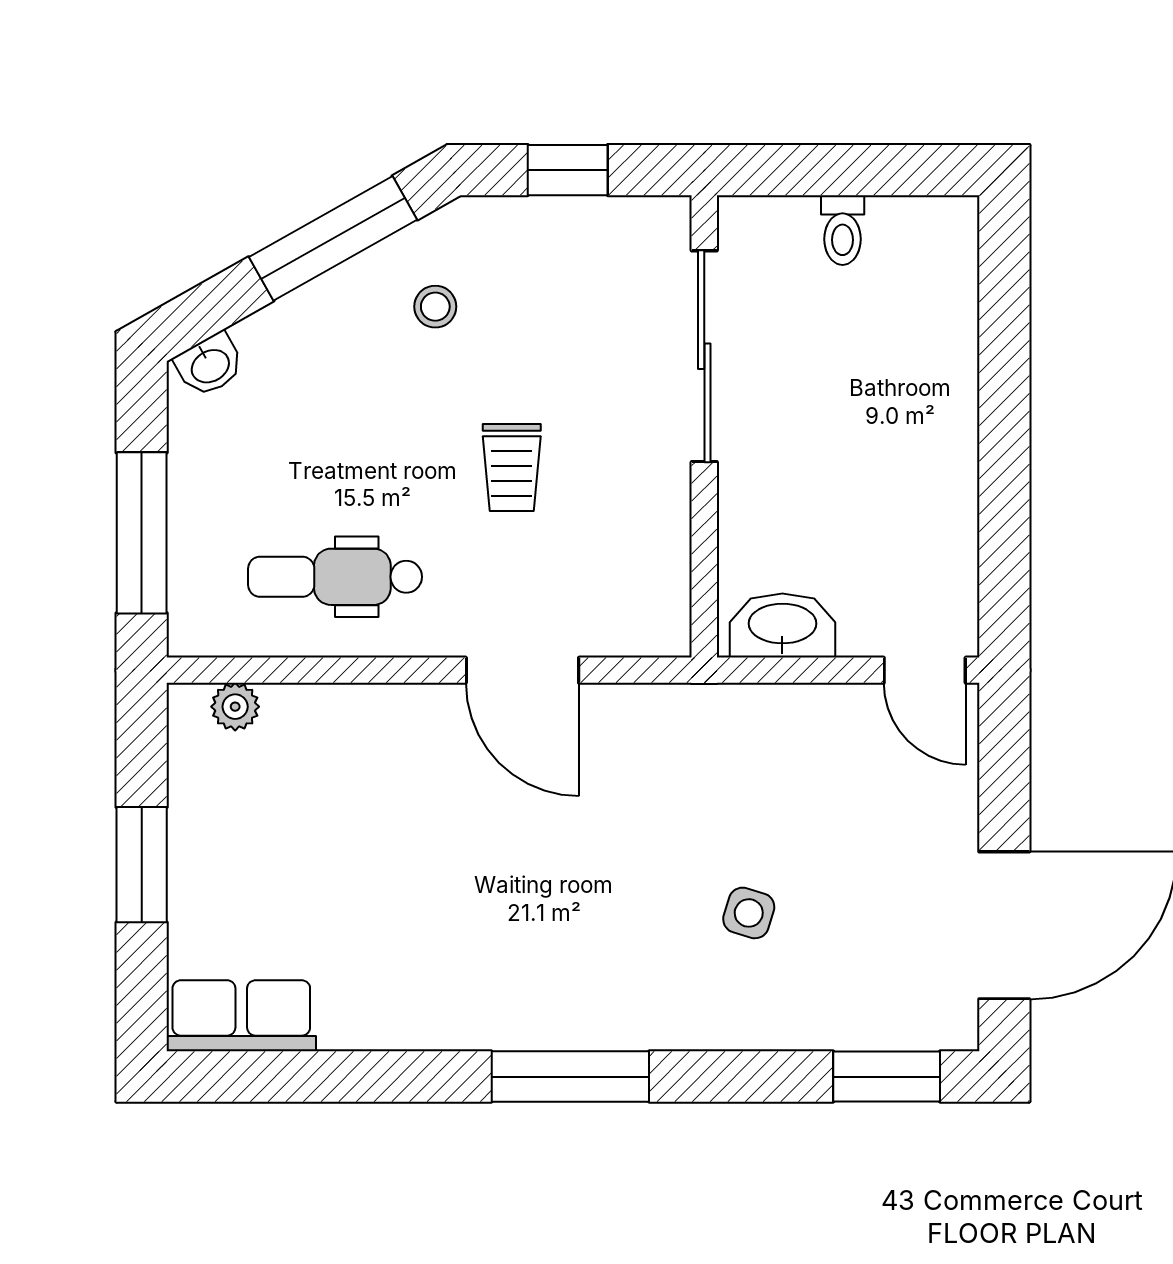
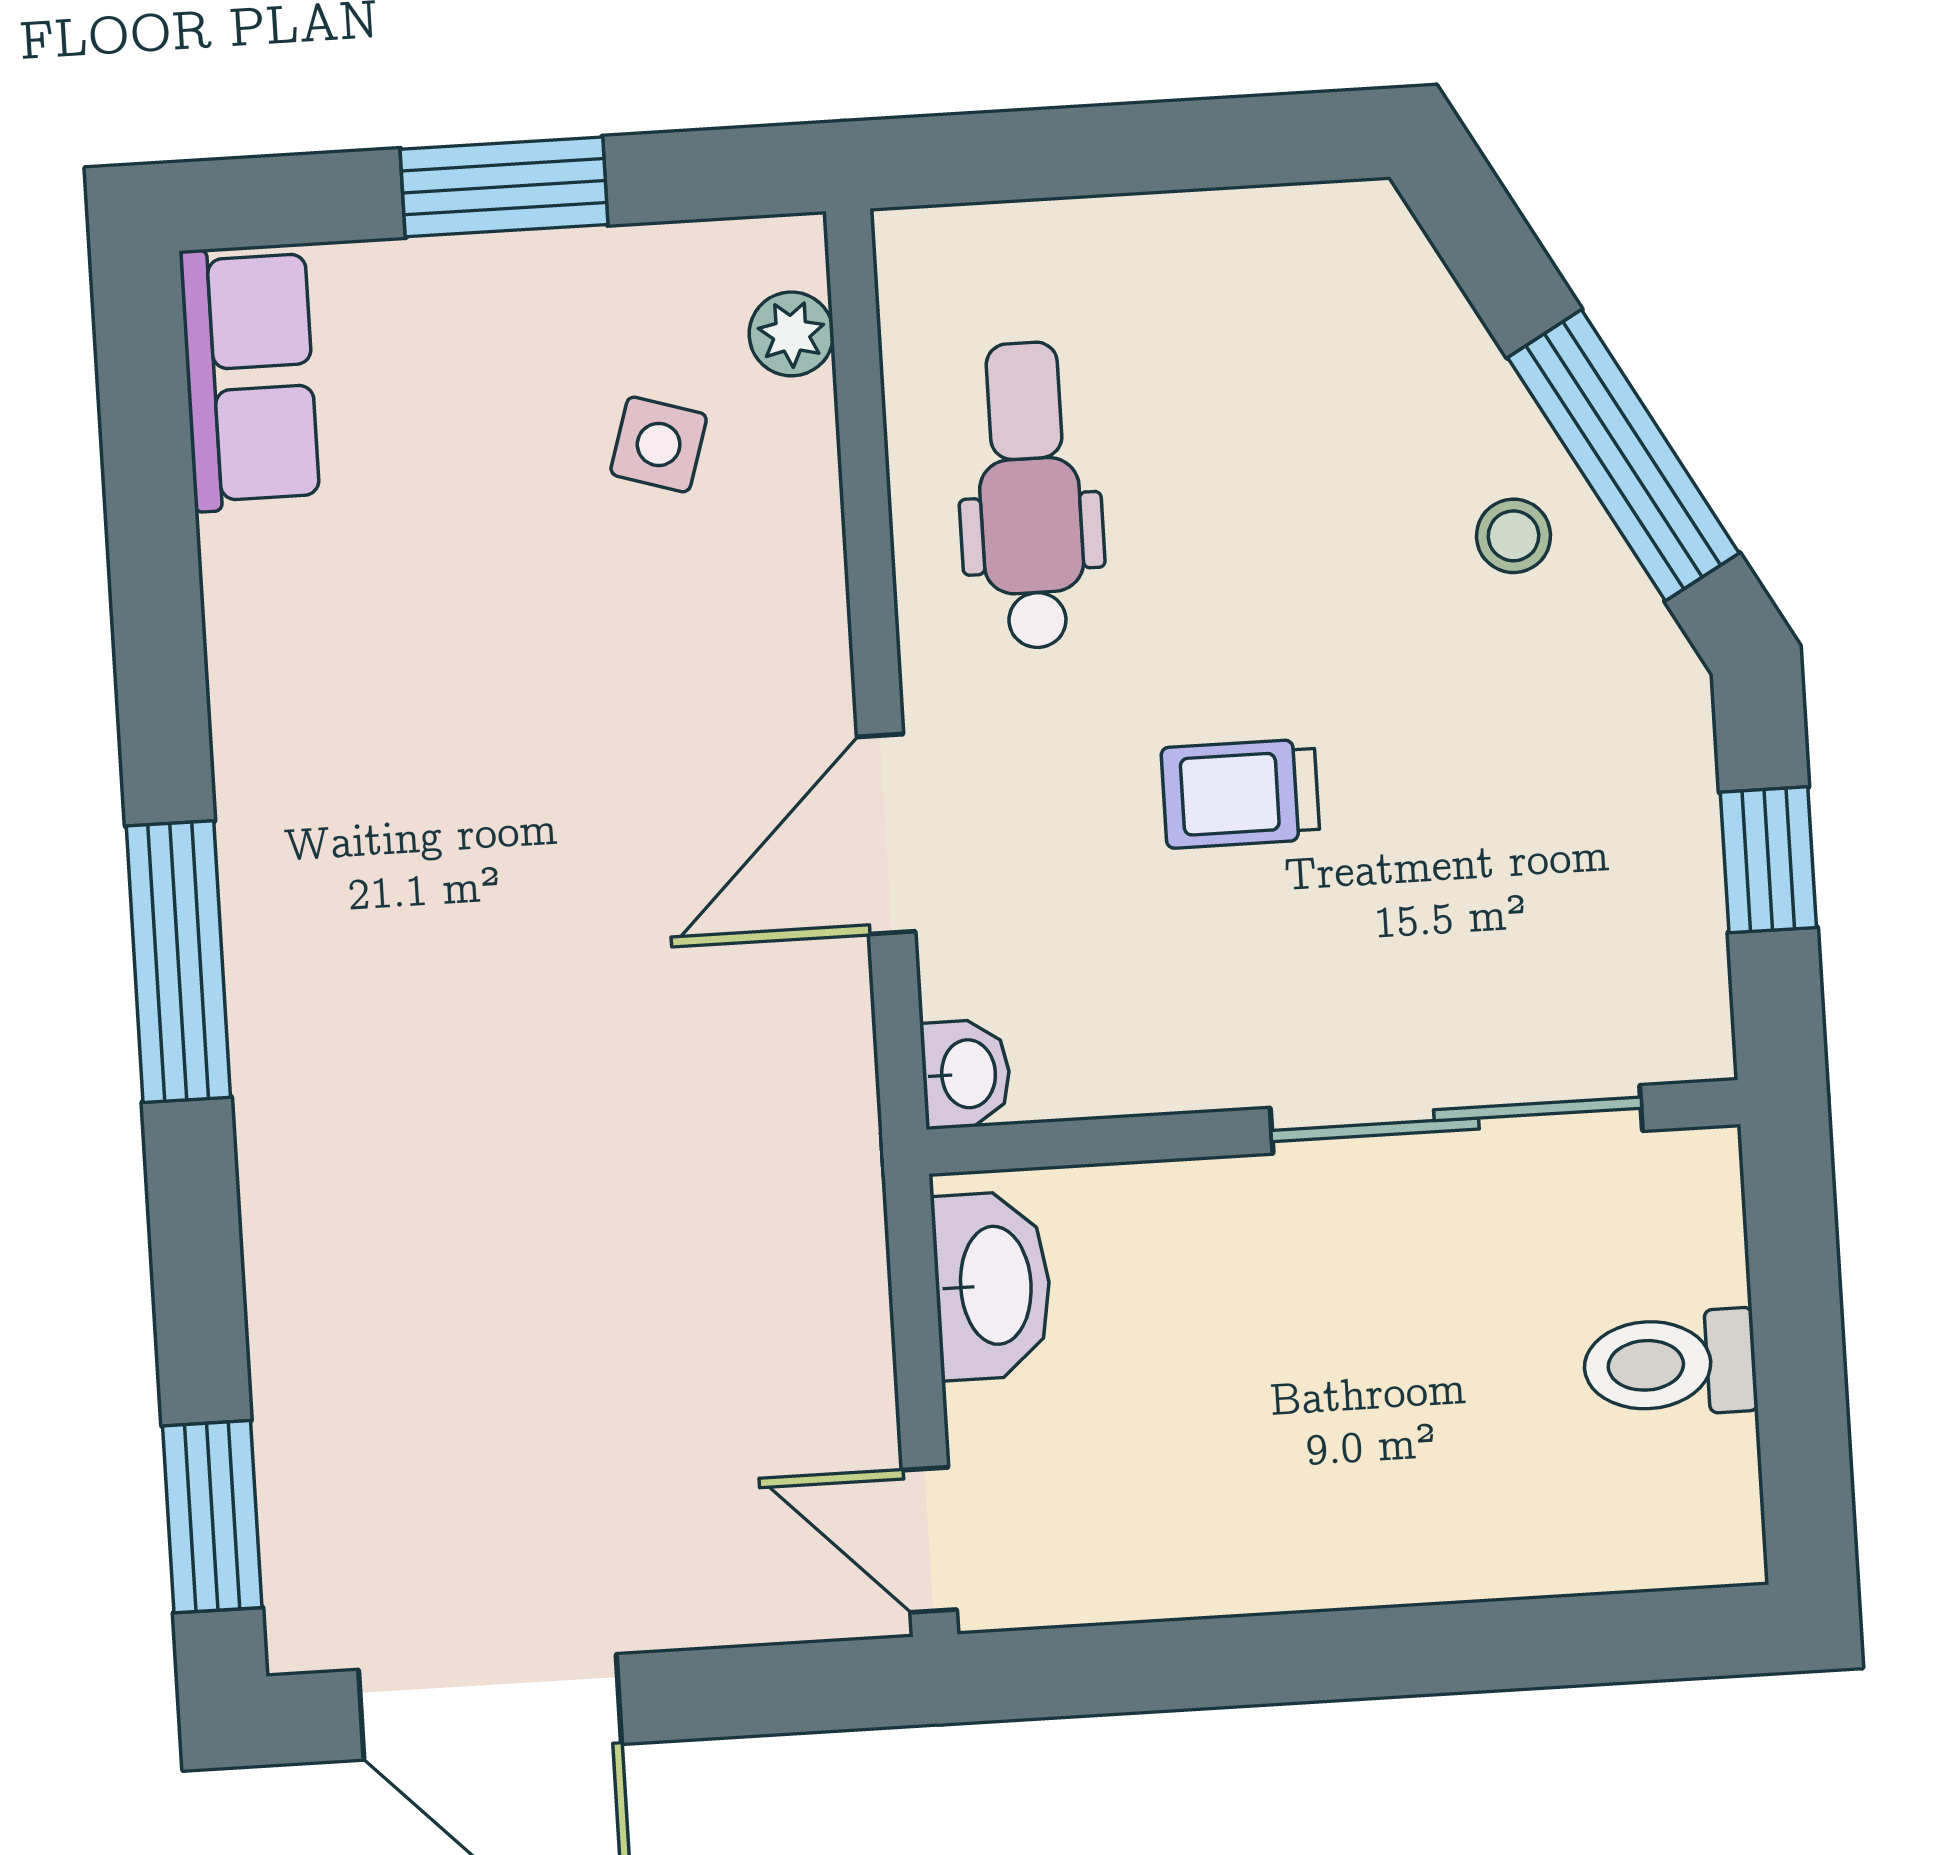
toilet: (843, 230) -> (1670, 1364), width x1.37, depth x1.39
stool: (435, 307) -> (1513, 536), moved
washbasin: (210, 365) -> (966, 1074), moved, turned -151
window: (142, 533) -> (1086, 151), removed
door: (925, 670) -> (929, 1540), hinge flipped
side table: (749, 913) -> (659, 444), moved

